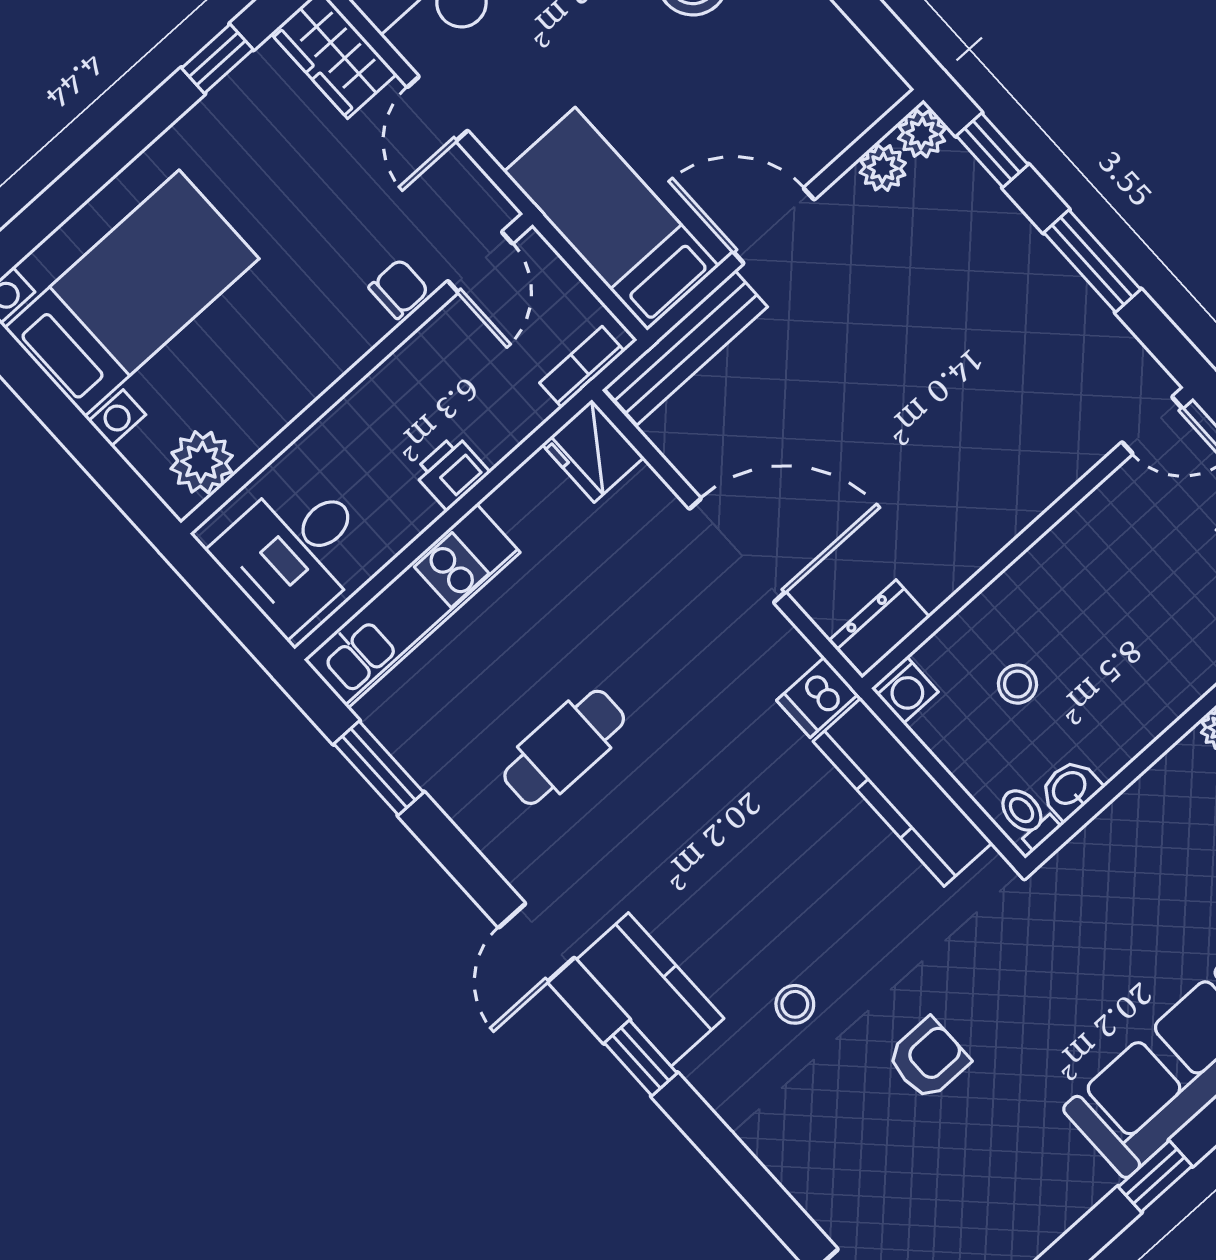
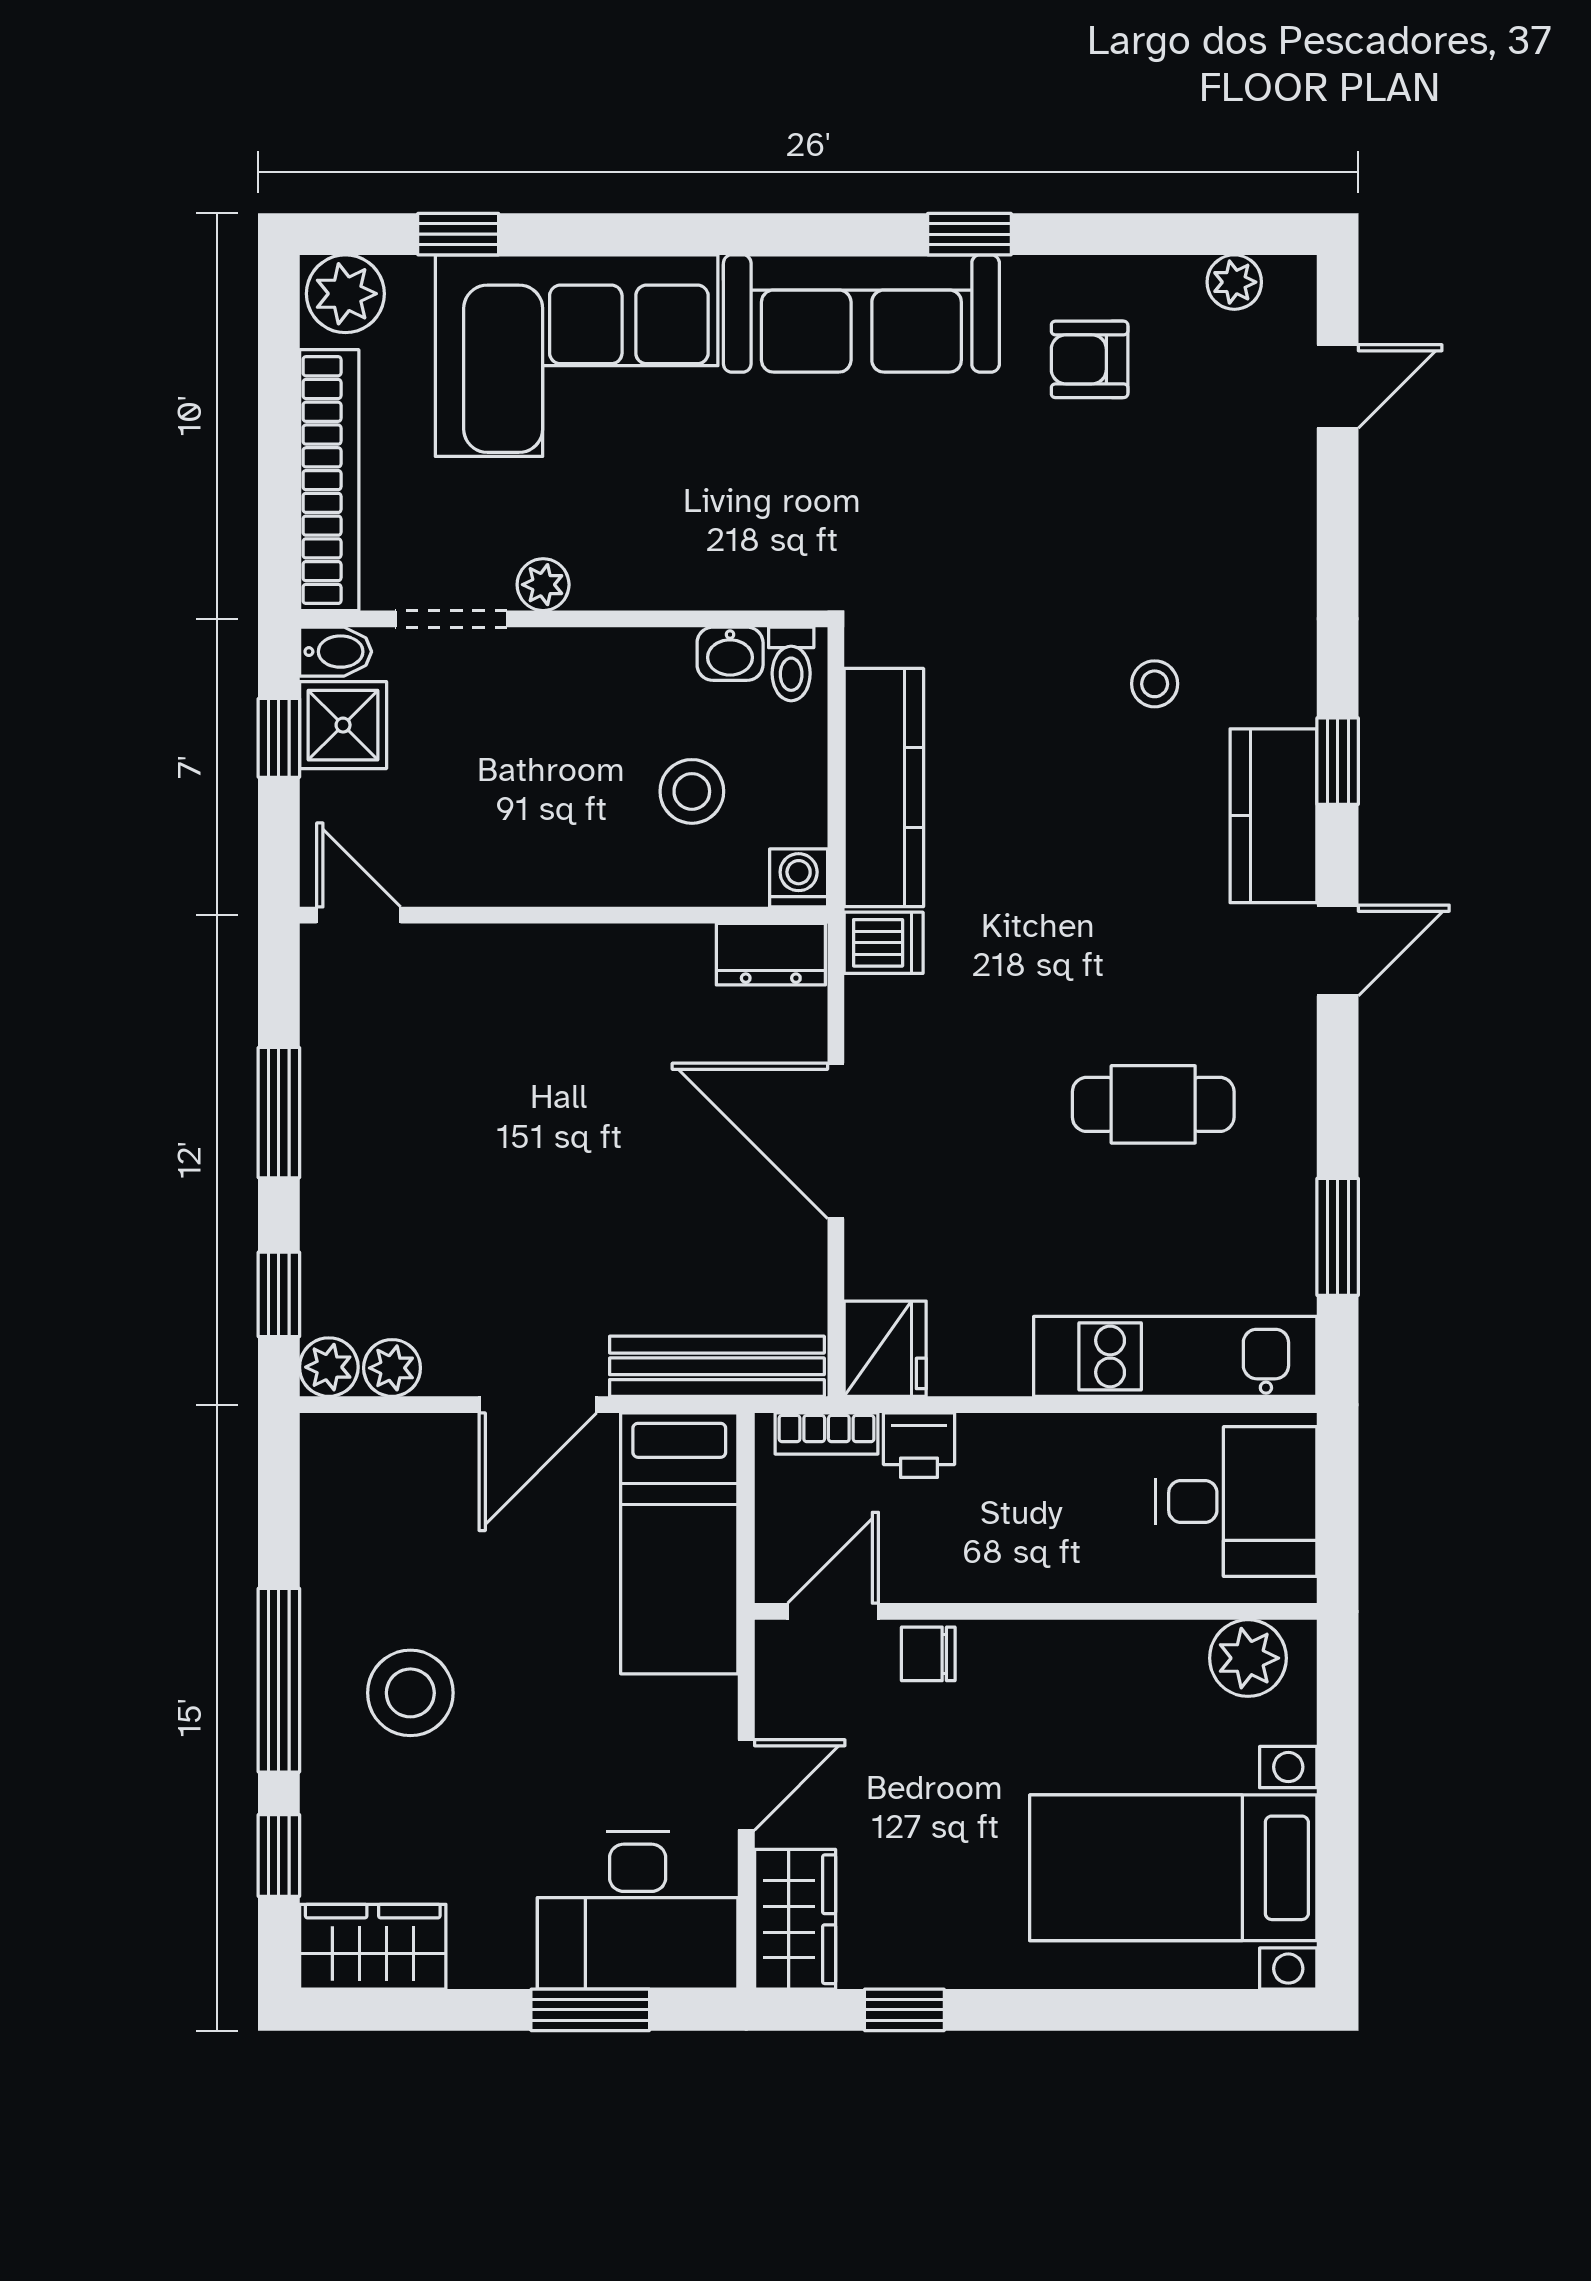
door: (774, 226) -> (538, 1405), hinge flipped
printer: (451, 472) -> (919, 1445), moved
stool: (1017, 684) -> (692, 791), width x1.37, depth x1.37
armchair: (928, 1059) -> (1090, 359), moved

